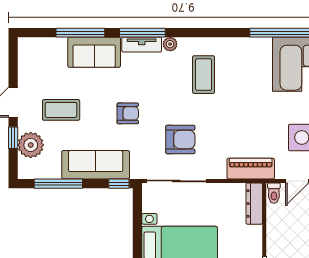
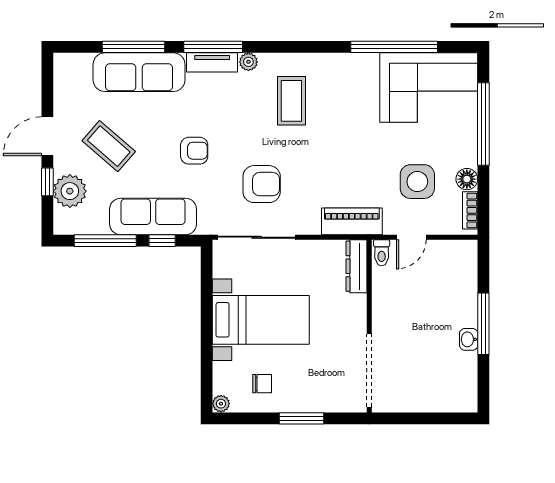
sofa: (94, 52) -> (139, 72), width x1.36
coffee table: (61, 110) -> (109, 146), turned 41
window: (119, 184) -> (162, 241), moved

